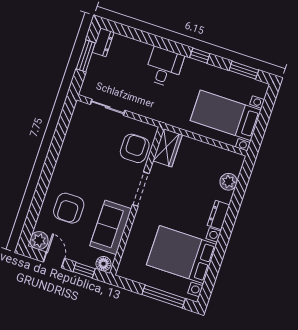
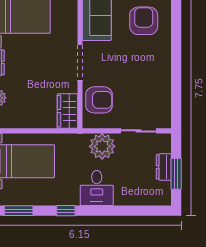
dresser: (103, 42) -> (164, 167), moved
plant: (146, 104) -> (102, 146), added
armchair: (135, 148) -> (99, 100), turned -90

